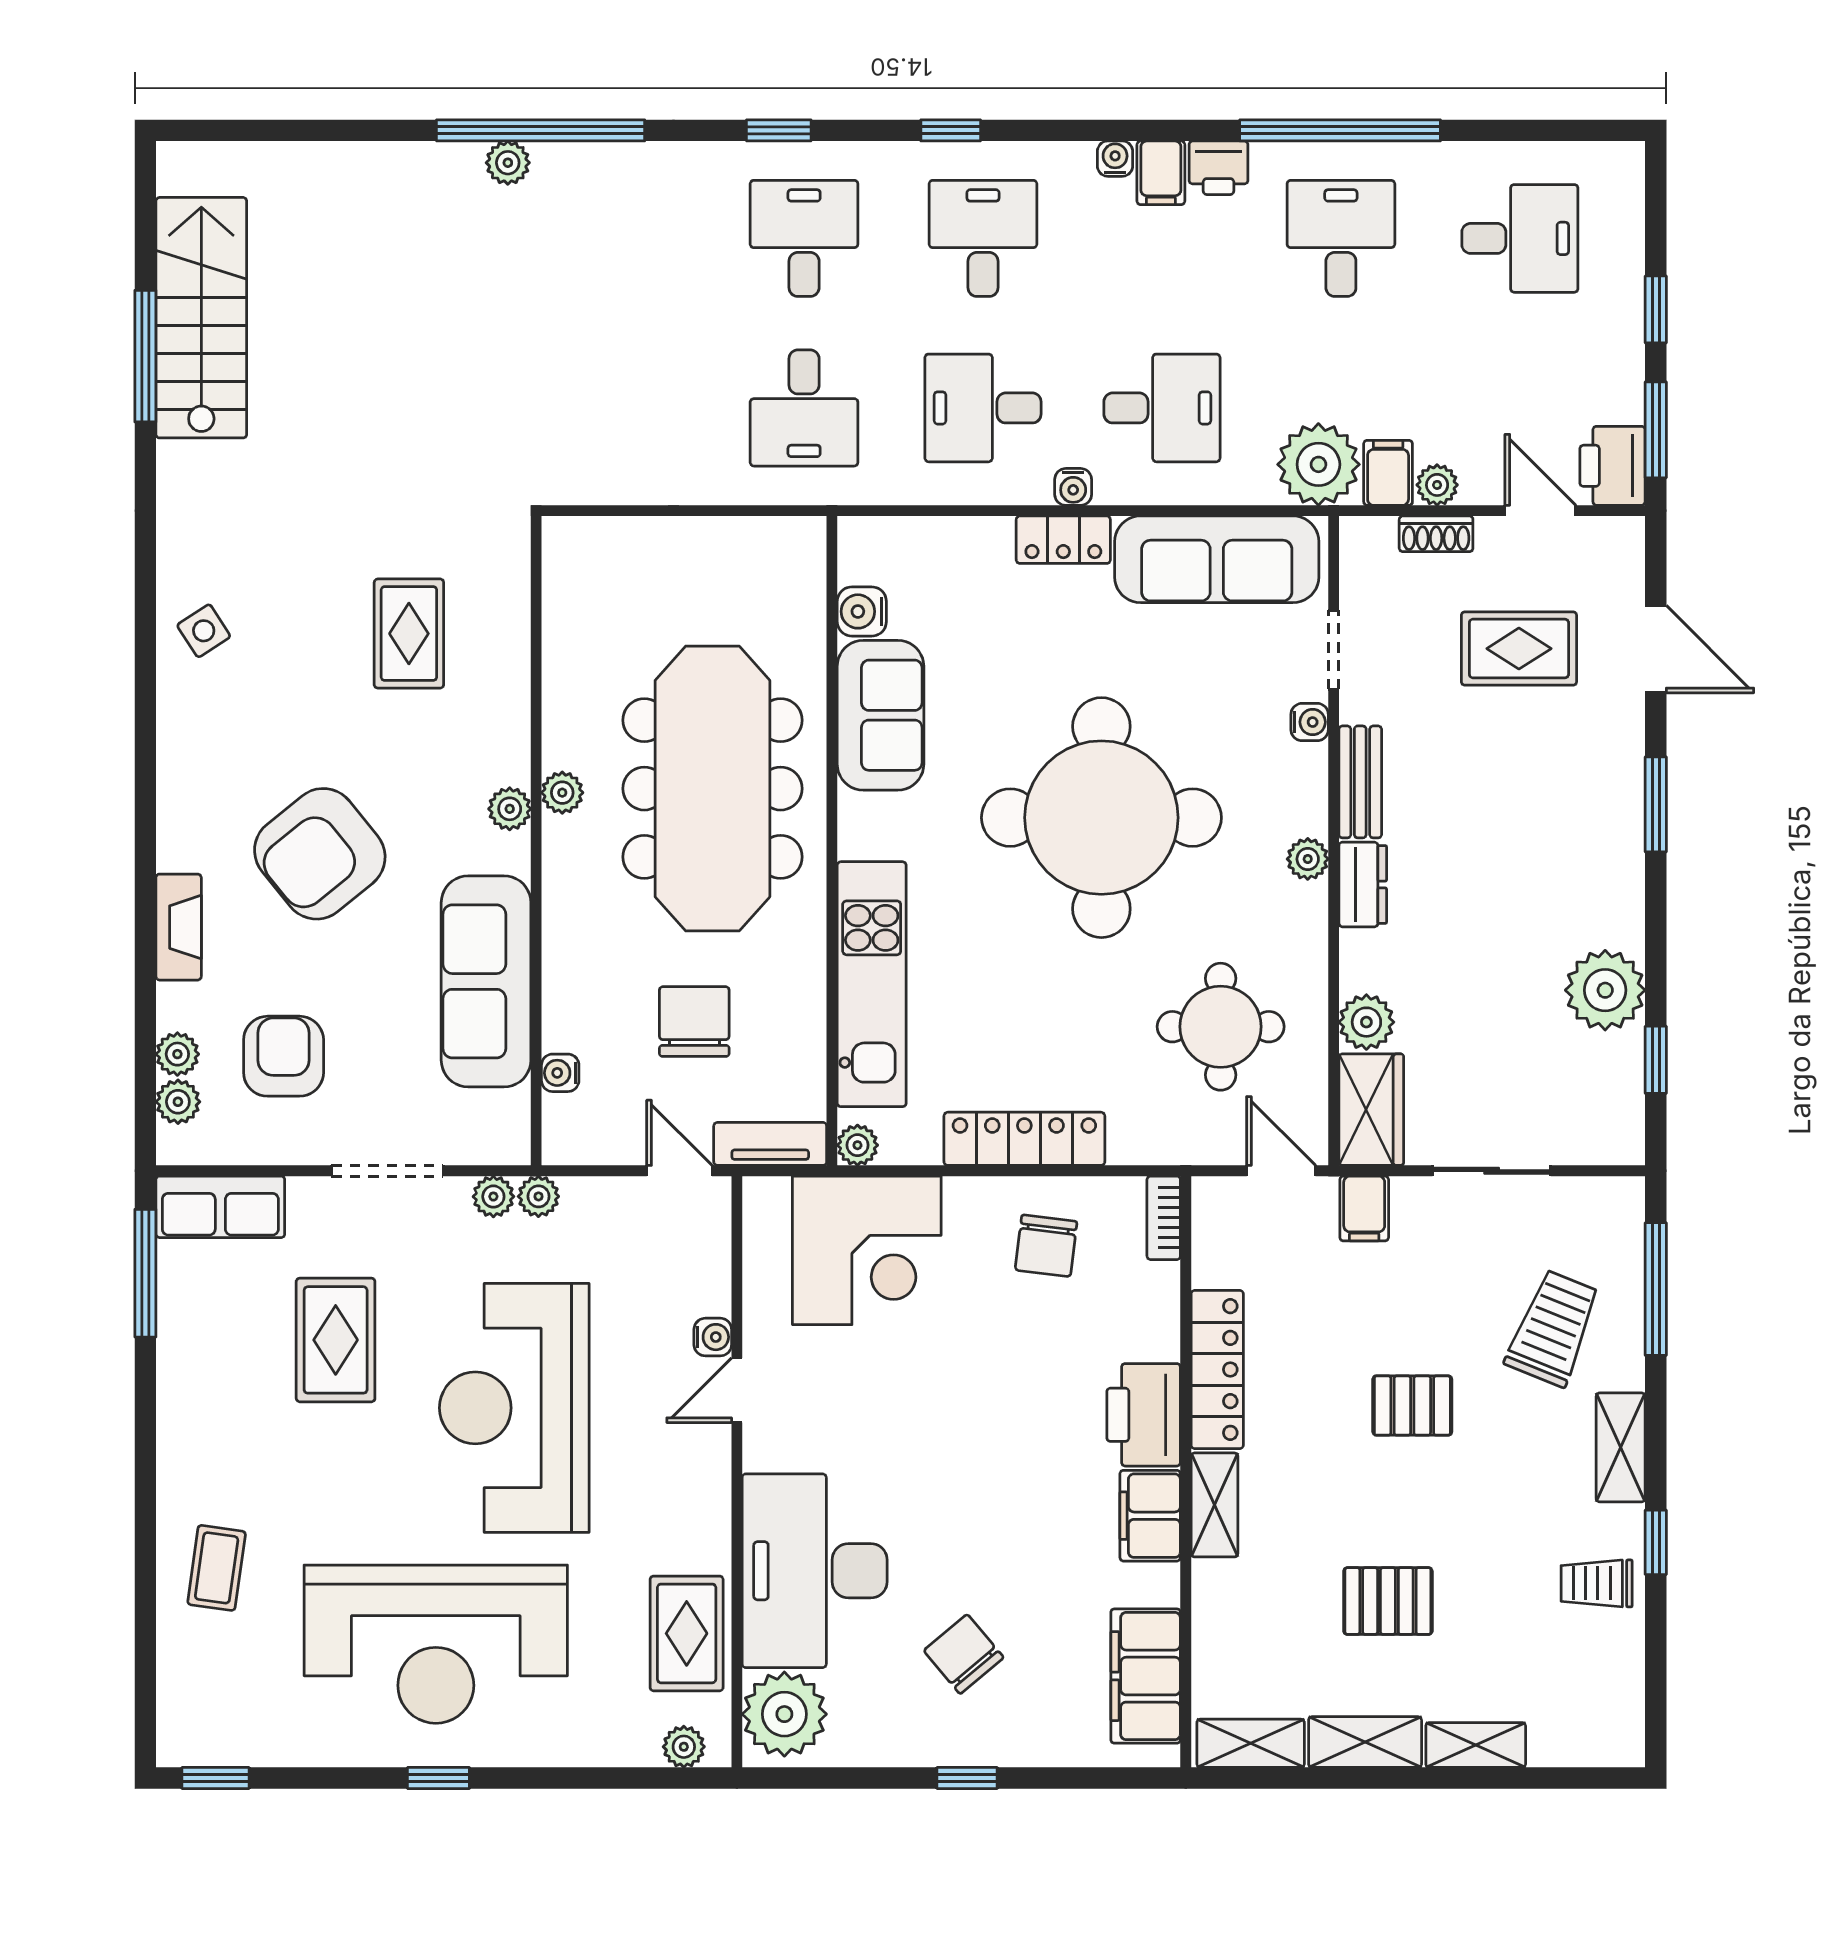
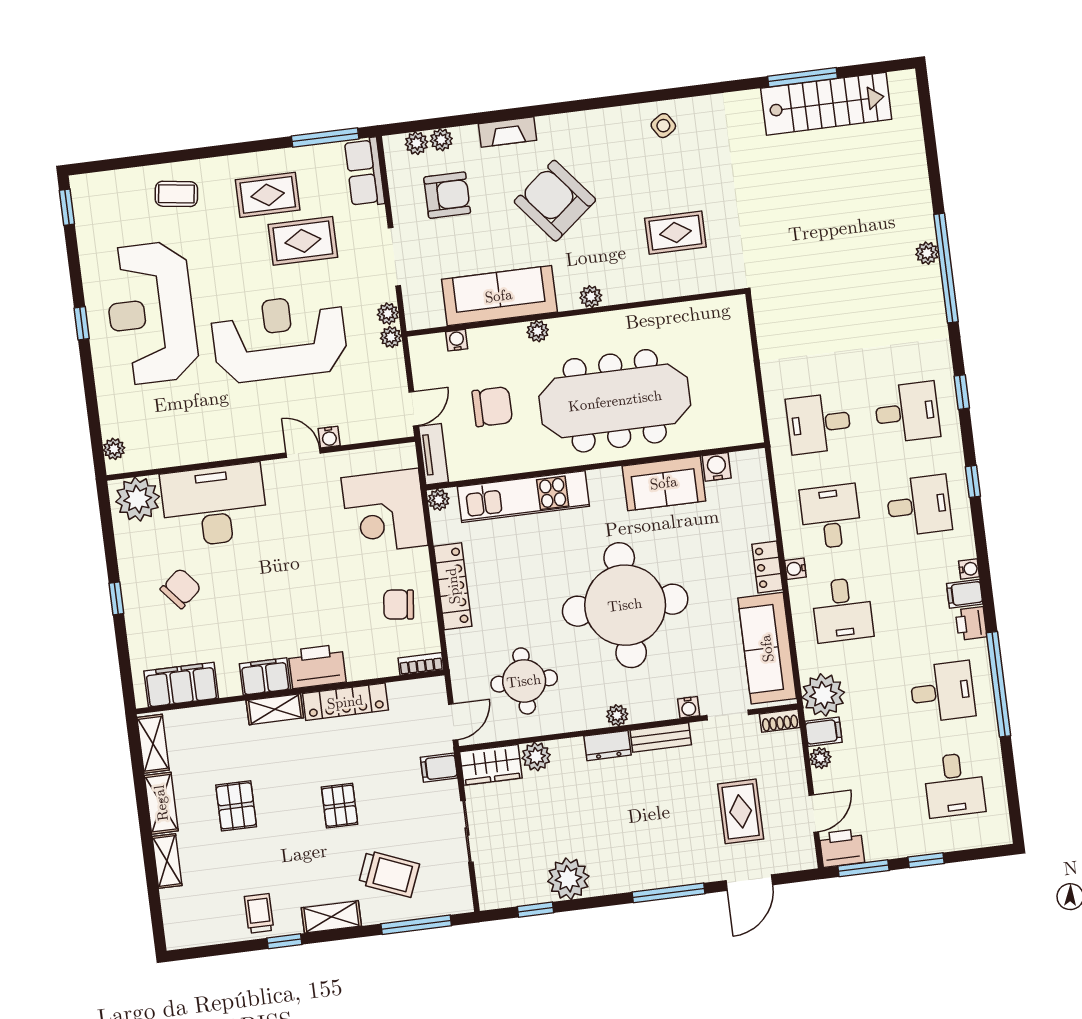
shoe rack: (1436, 534) -> (780, 721), moved, turned -90
plant: (562, 793) -> (538, 331), moved
window: (1656, 804) -> (668, 893), width x1.44
rug: (687, 1633) -> (268, 195), moved

